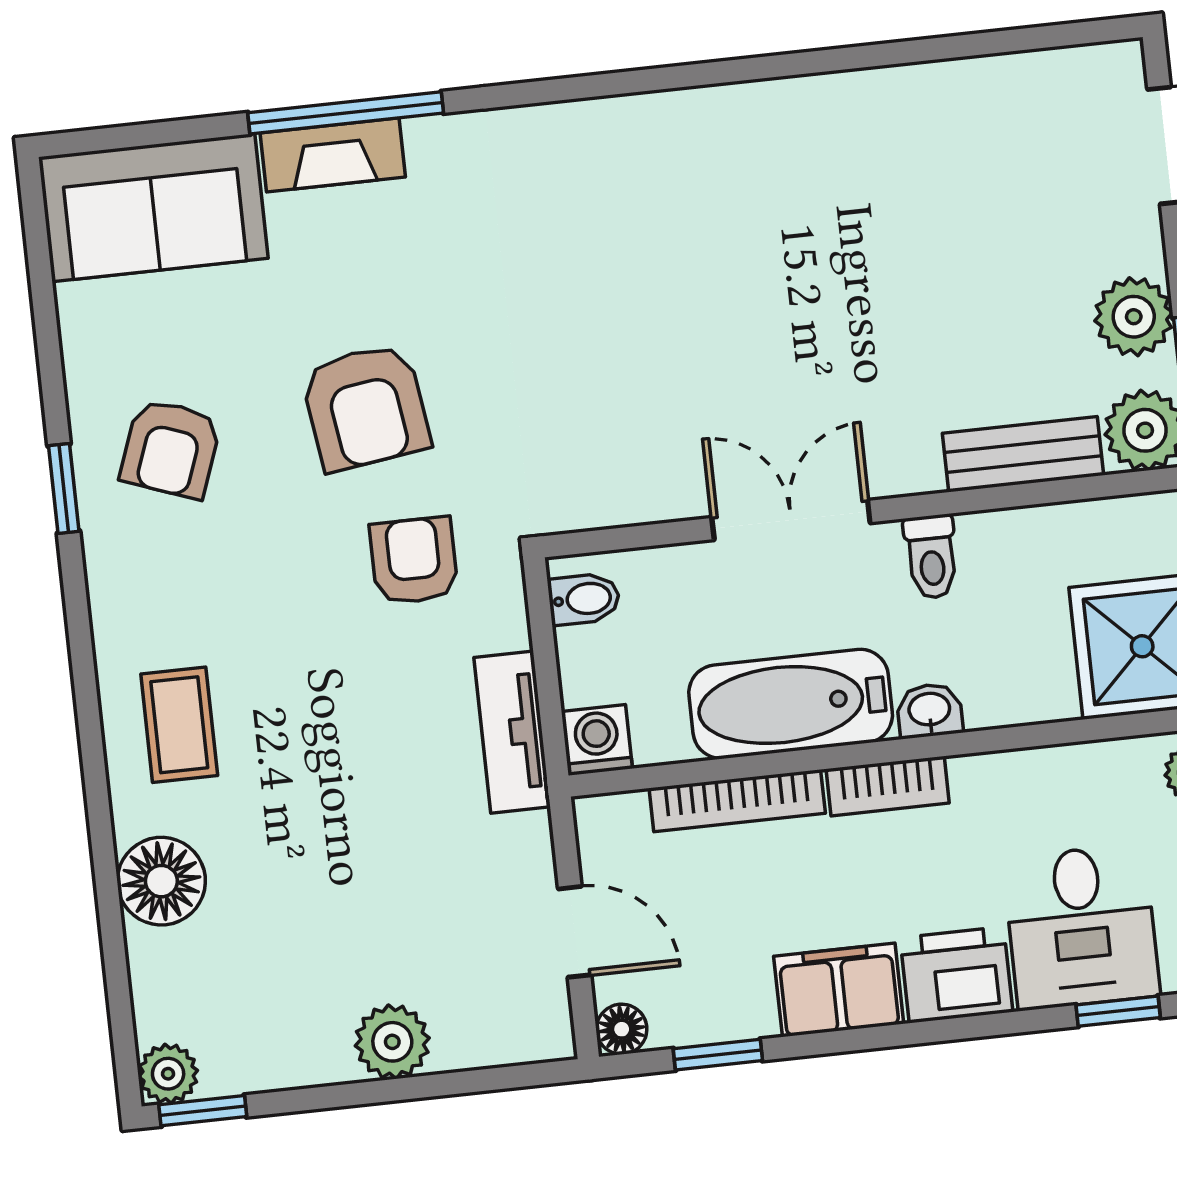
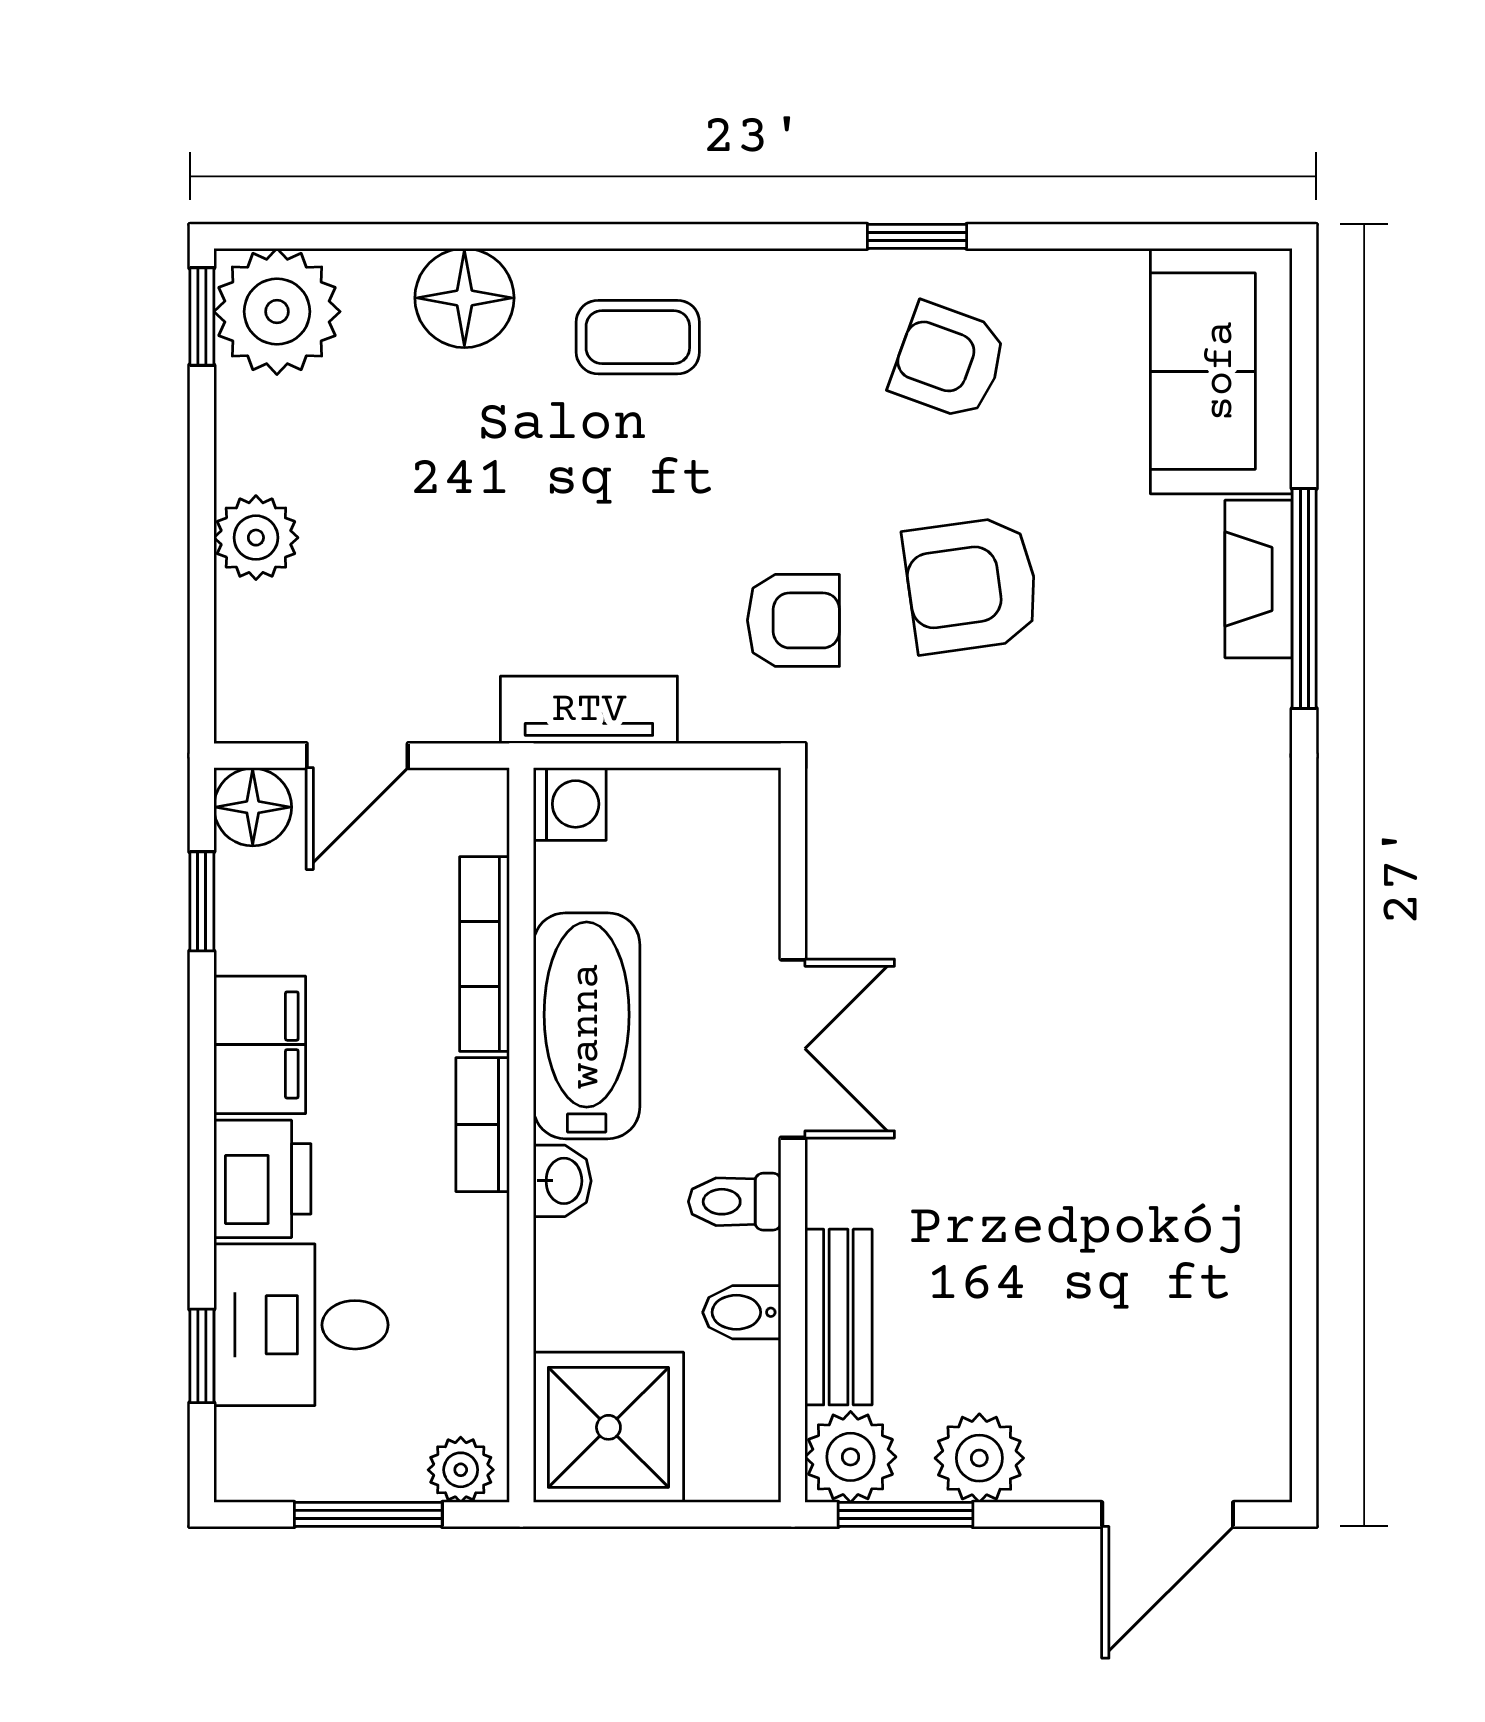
bidet: (584, 599) -> (742, 1312), moved, turned 90
floor lamp: (622, 1029) -> (253, 807), width x1.37, depth x1.37
plant: (168, 1074) -> (277, 312), width x1.88, depth x1.88

